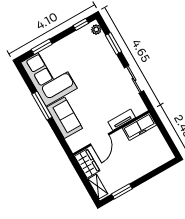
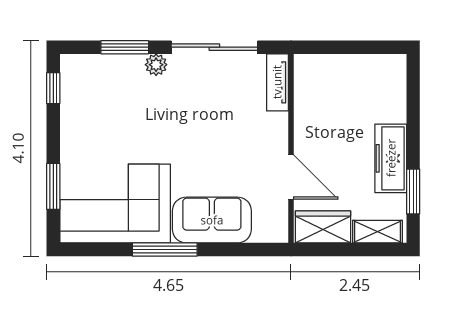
plant: (96, 30) -> (156, 65), moved
sliding door: (134, 79) -> (214, 47), width x1.37
tv unit: (122, 120) -> (277, 82), moved
freezer: (139, 127) -> (391, 158), moved, turned 180

